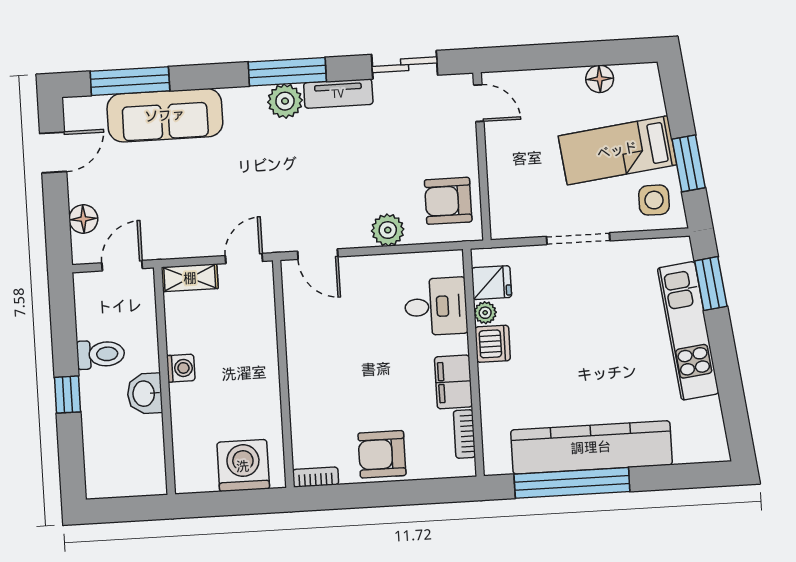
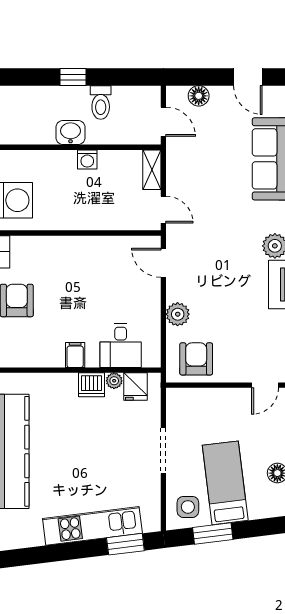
door: (318, 254) -> (163, 263), hinge flipped
filing cabinet: (453, 382) -> (75, 355), width x0.50
bookcase: (464, 434) -> (28, 361), removed

